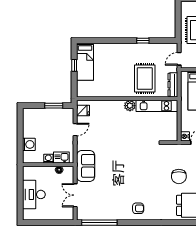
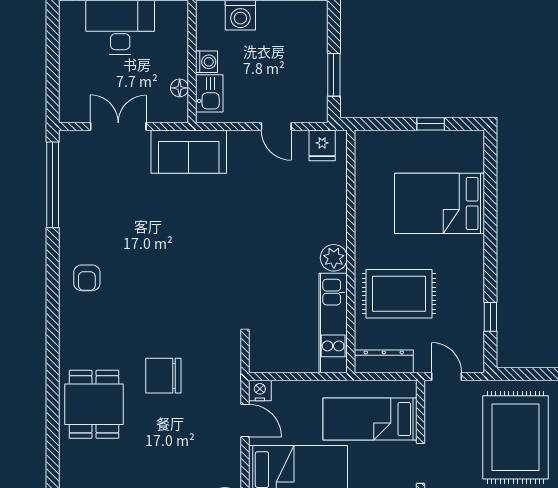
window: (143, 41) -> (490, 317), moved
bed: (85, 62) -> (439, 203), moved, width x1.50

